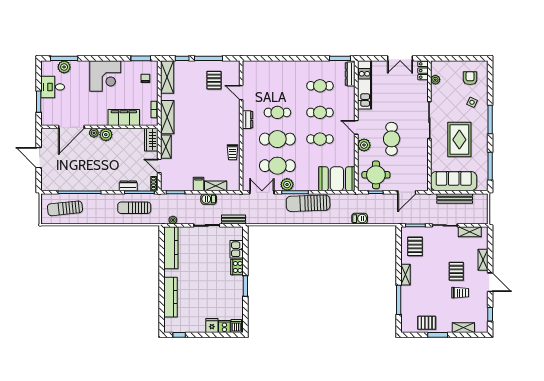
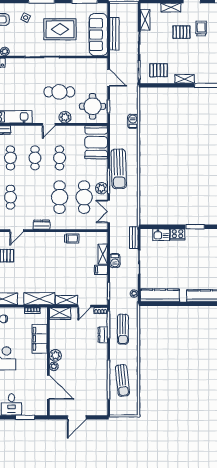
cafe table: (277, 112) -> (10, 197), moved
sun lounger: (65, 208) -> (122, 380), moved

